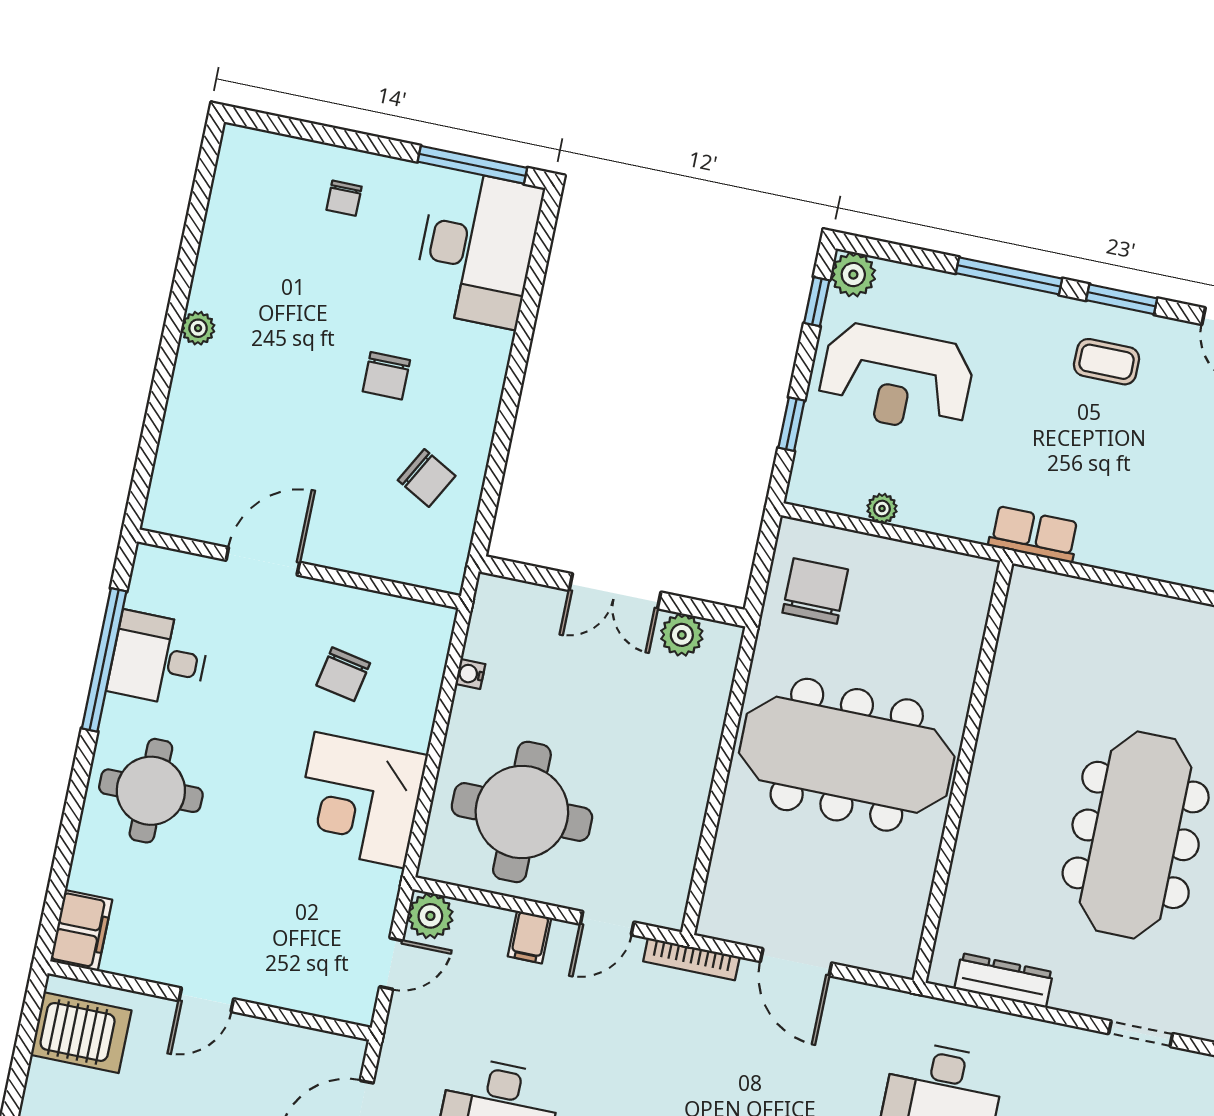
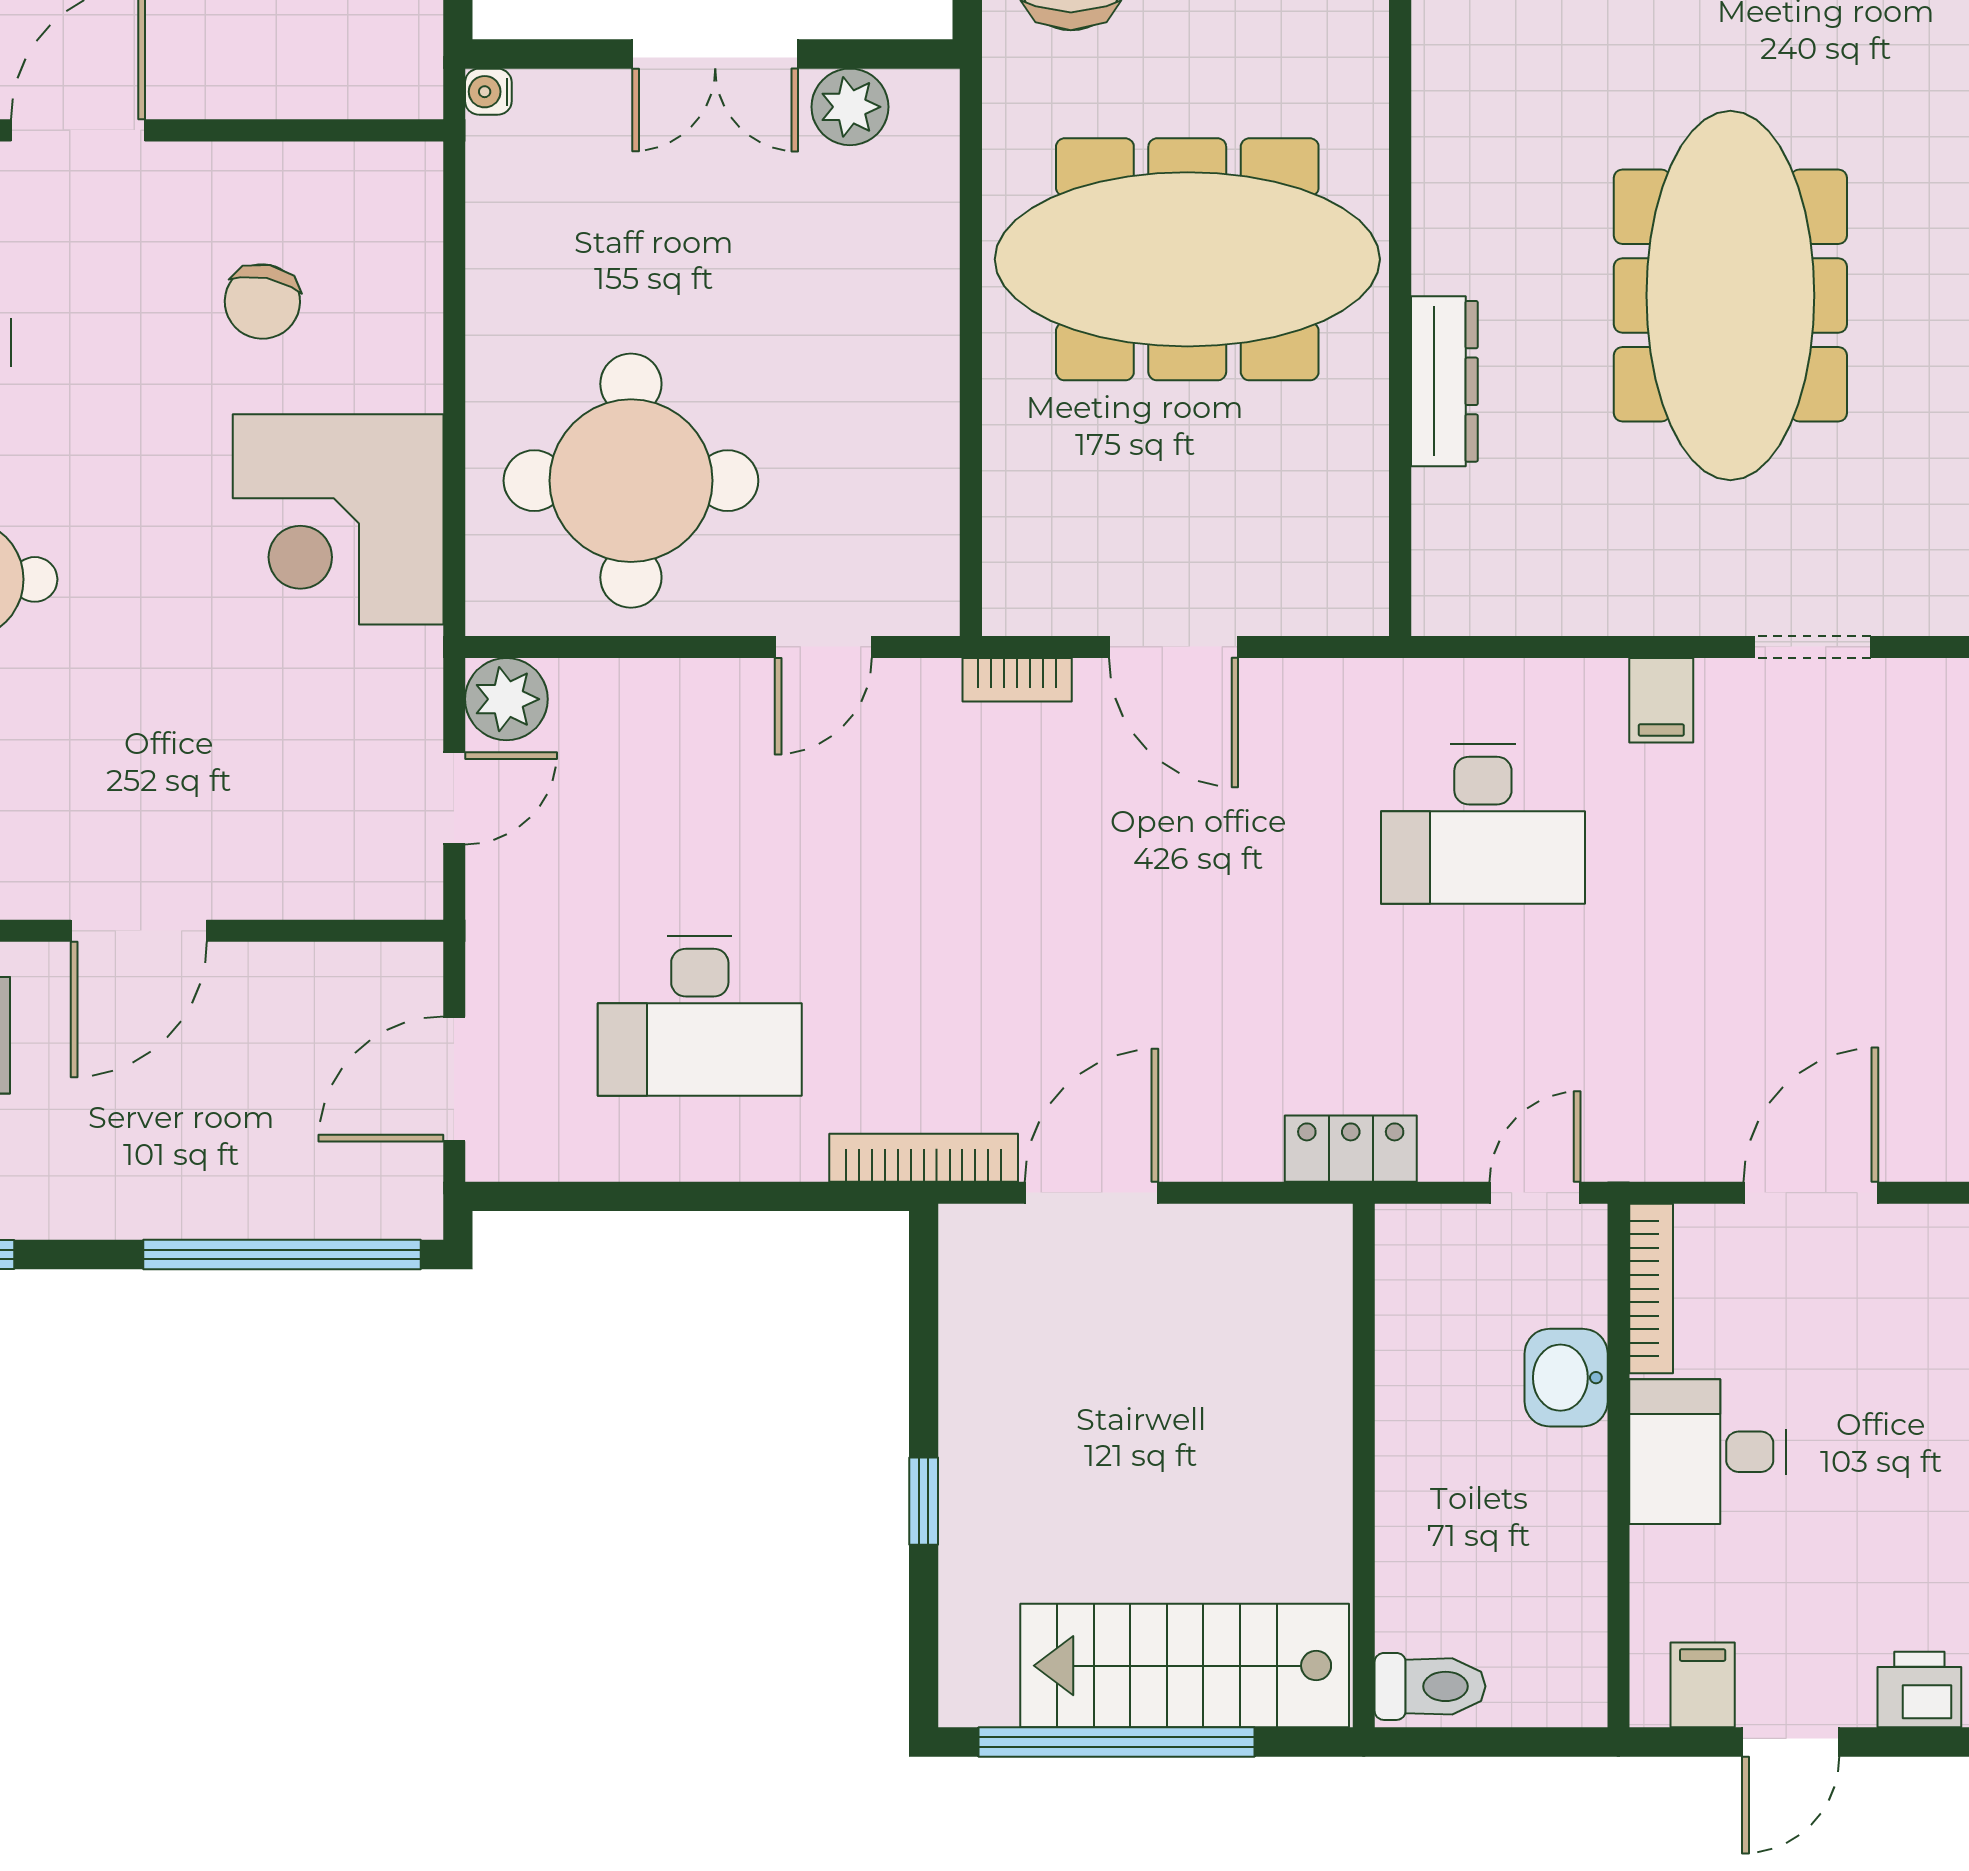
water cooler: (470, 674) -> (488, 92), moved
filing cabinet: (530, 937) -> (1661, 700), moved
bookcase: (691, 959) -> (1017, 680), width x0.64
dresser: (1004, 980) -> (1444, 381), moved, turned 90
door: (206, 1000) -> (139, 931), width x1.38

